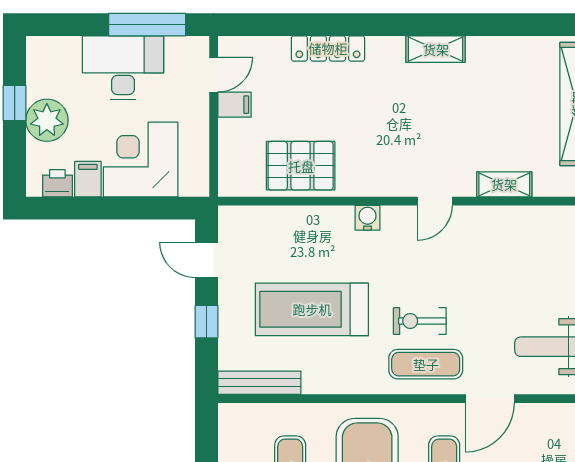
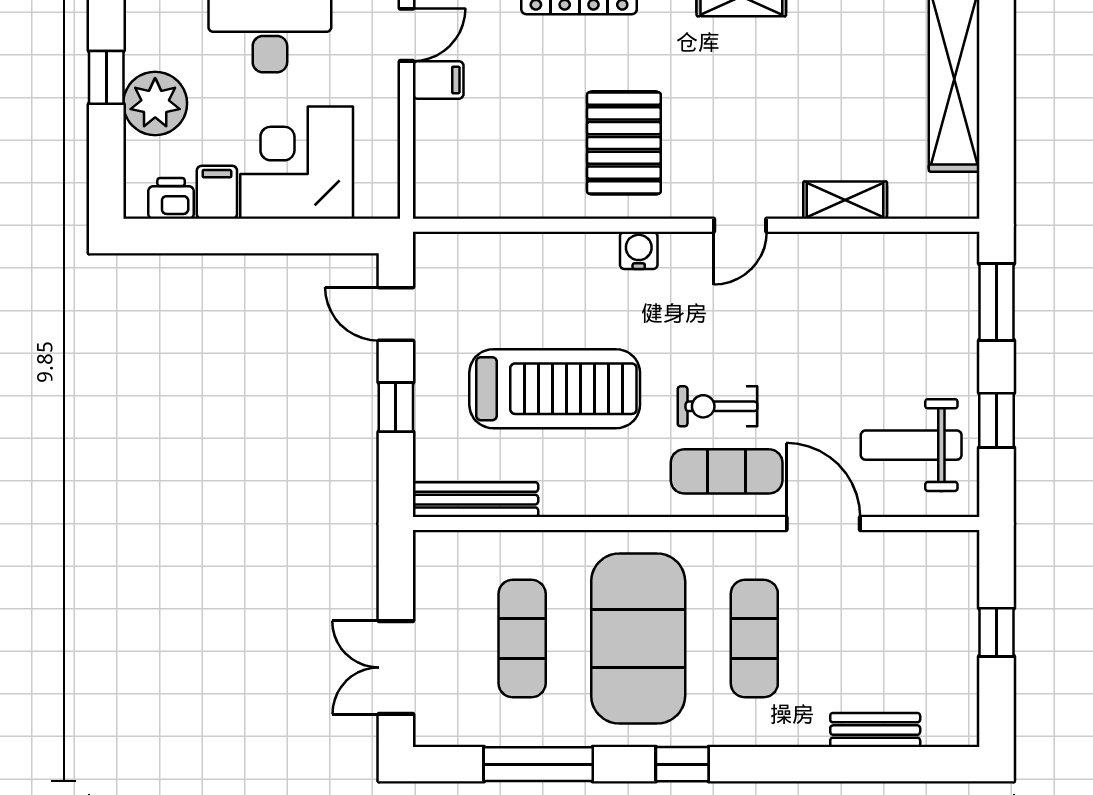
pallet: (301, 166) -> (624, 143), moved, turned 90
treadmill: (312, 309) -> (555, 389), turned 180
door: (490, 399) -> (823, 524), swing flipped

